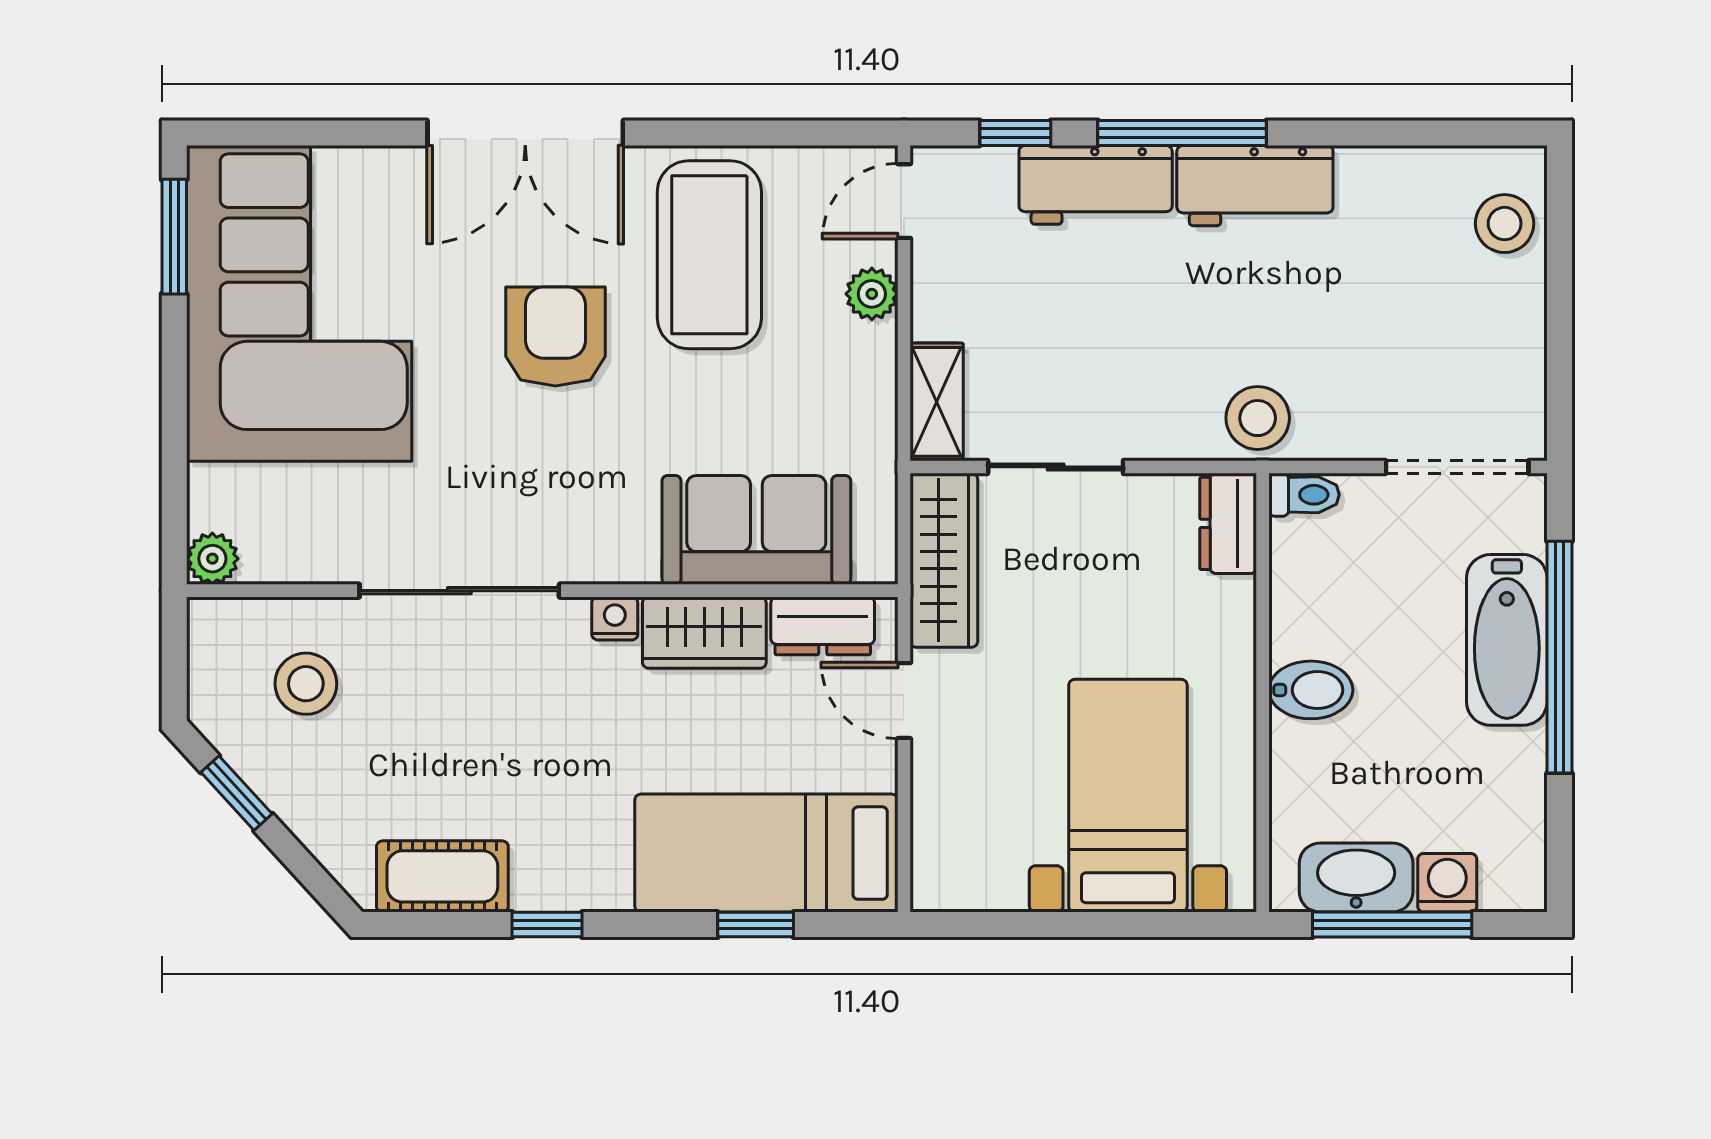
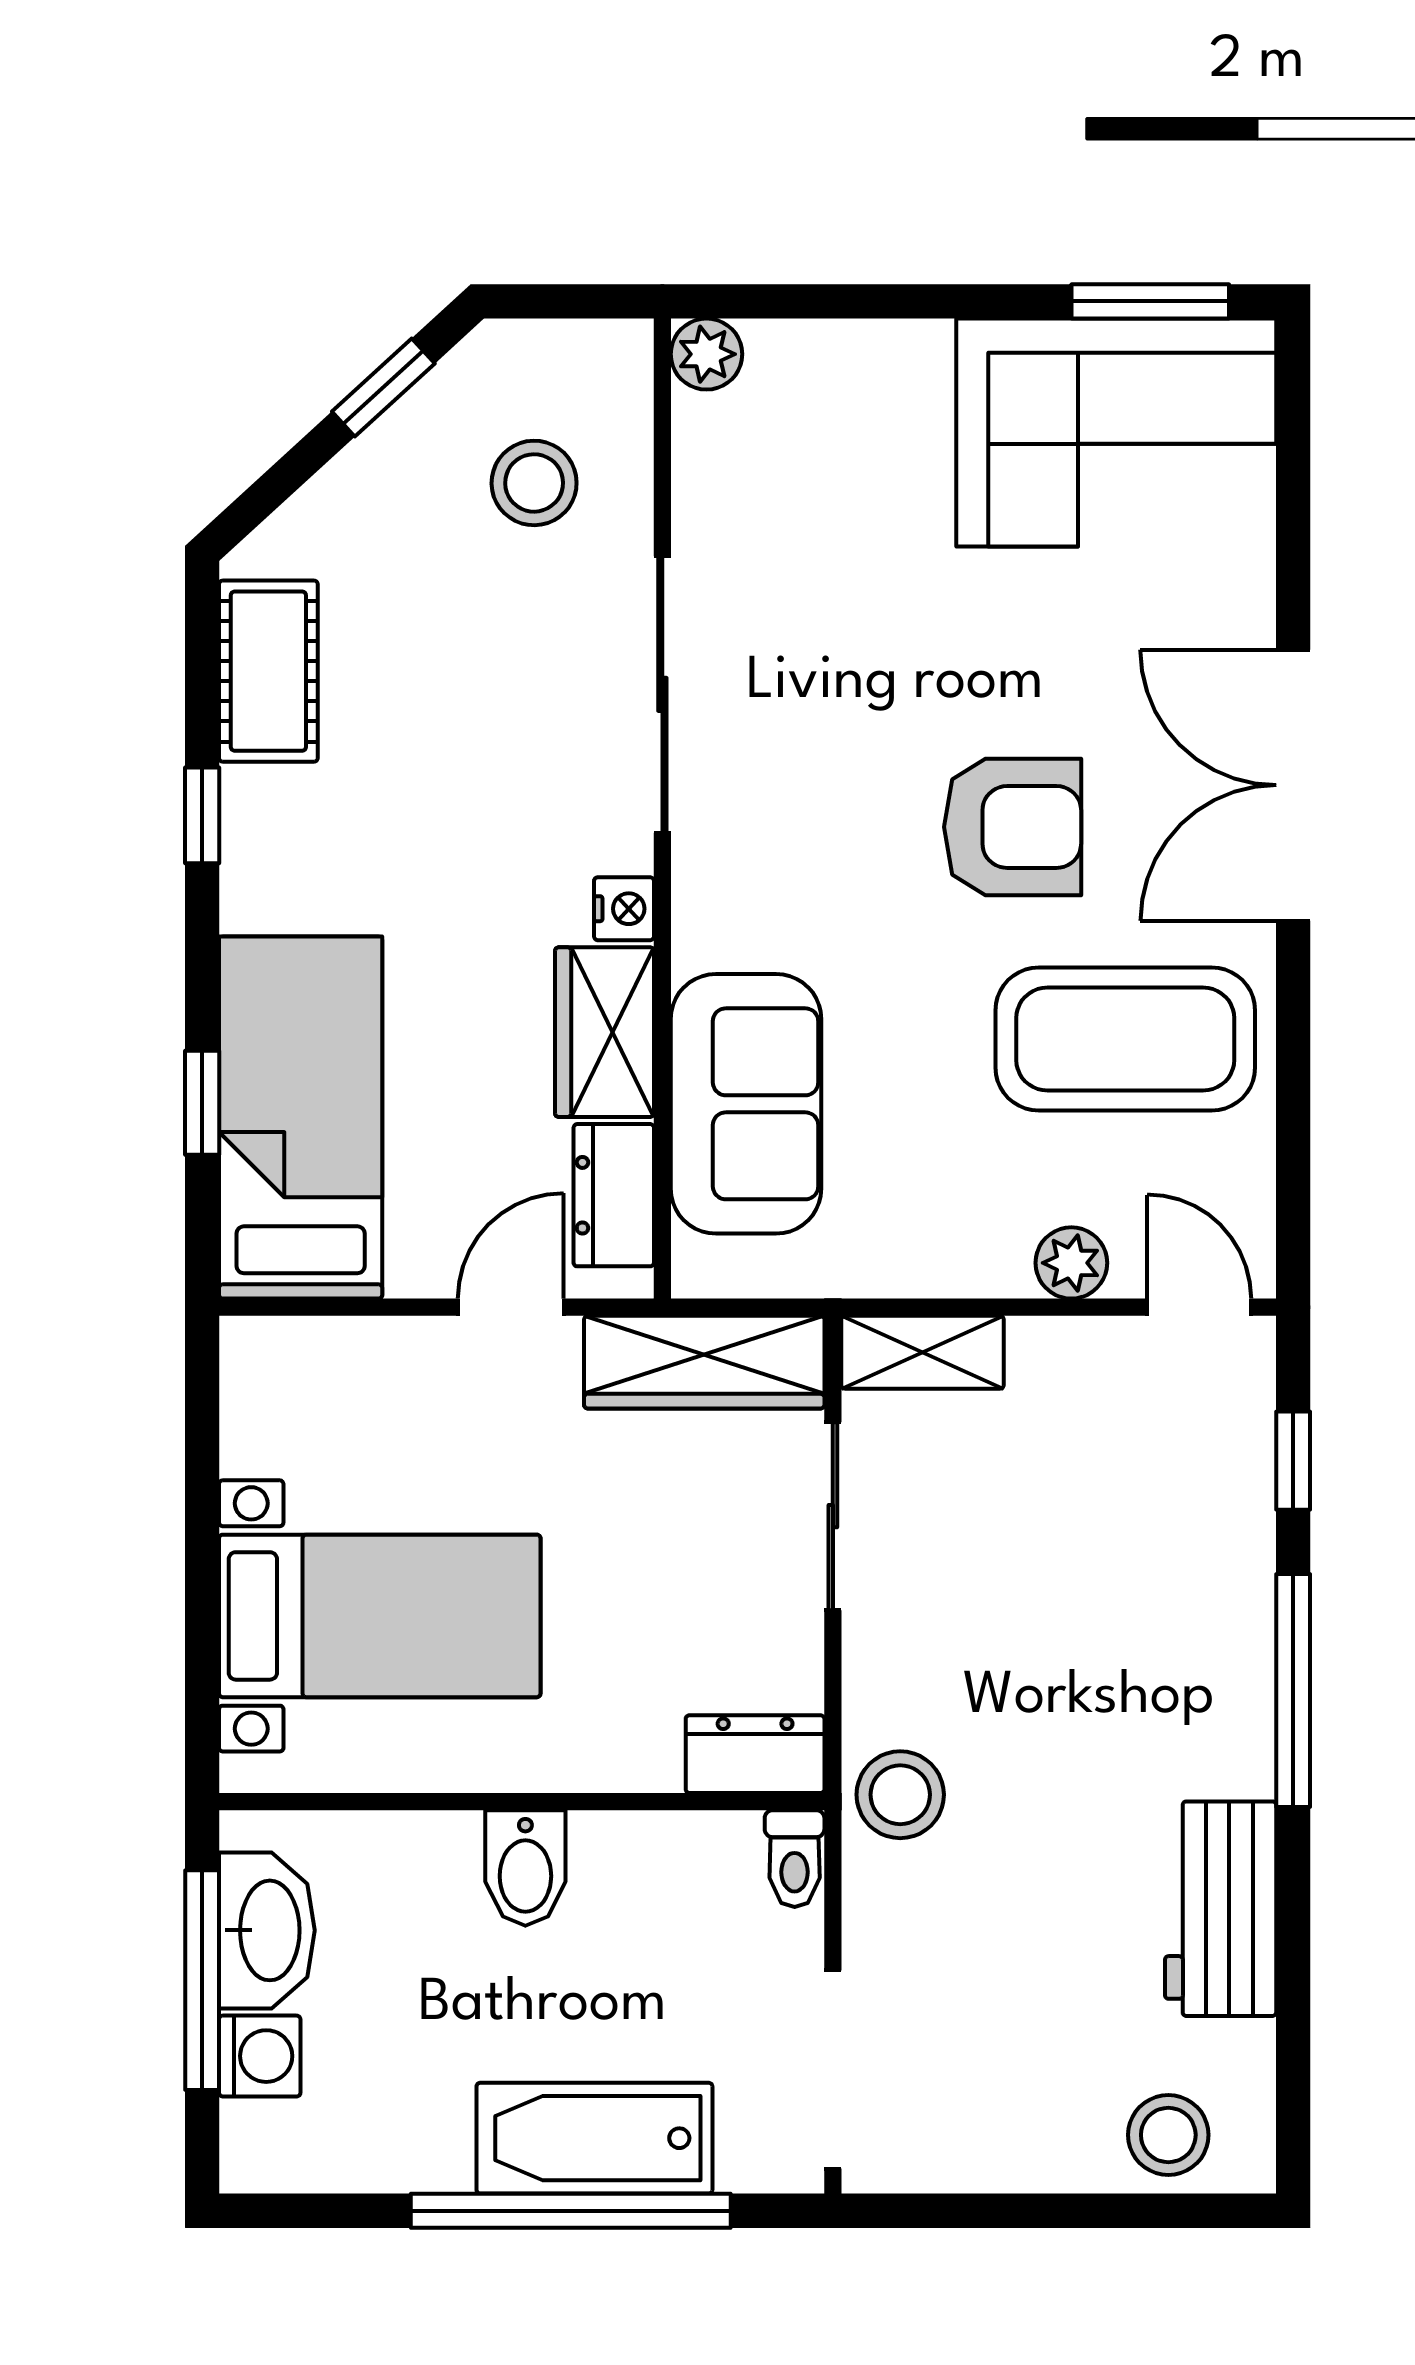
workbench: (1096, 185) -> (1222, 1571), removed
workbench: (1255, 186) -> (1221, 1909), moved
corner sofa: (299, 303) -> (1116, 433), width x0.73, depth x0.74

